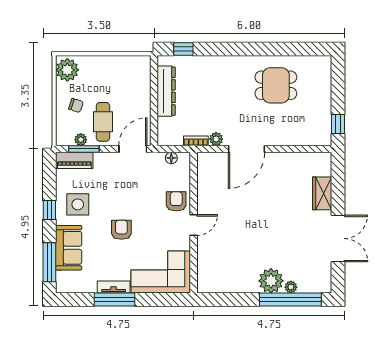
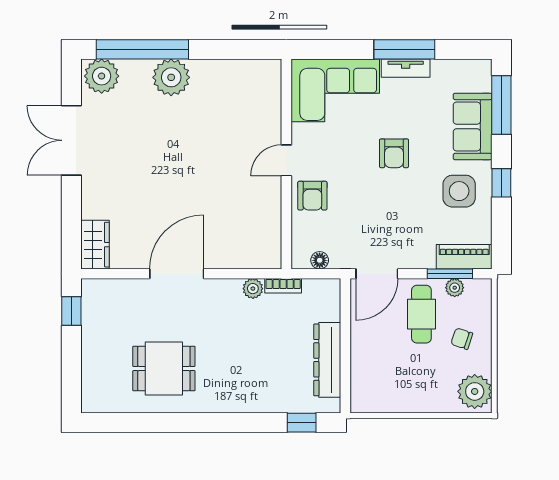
door: (246, 149) -> (177, 274), moved
wardrobe: (322, 193) -> (95, 245), moved
plant: (291, 287) -> (102, 76), moved, width x1.87, depth x1.87

